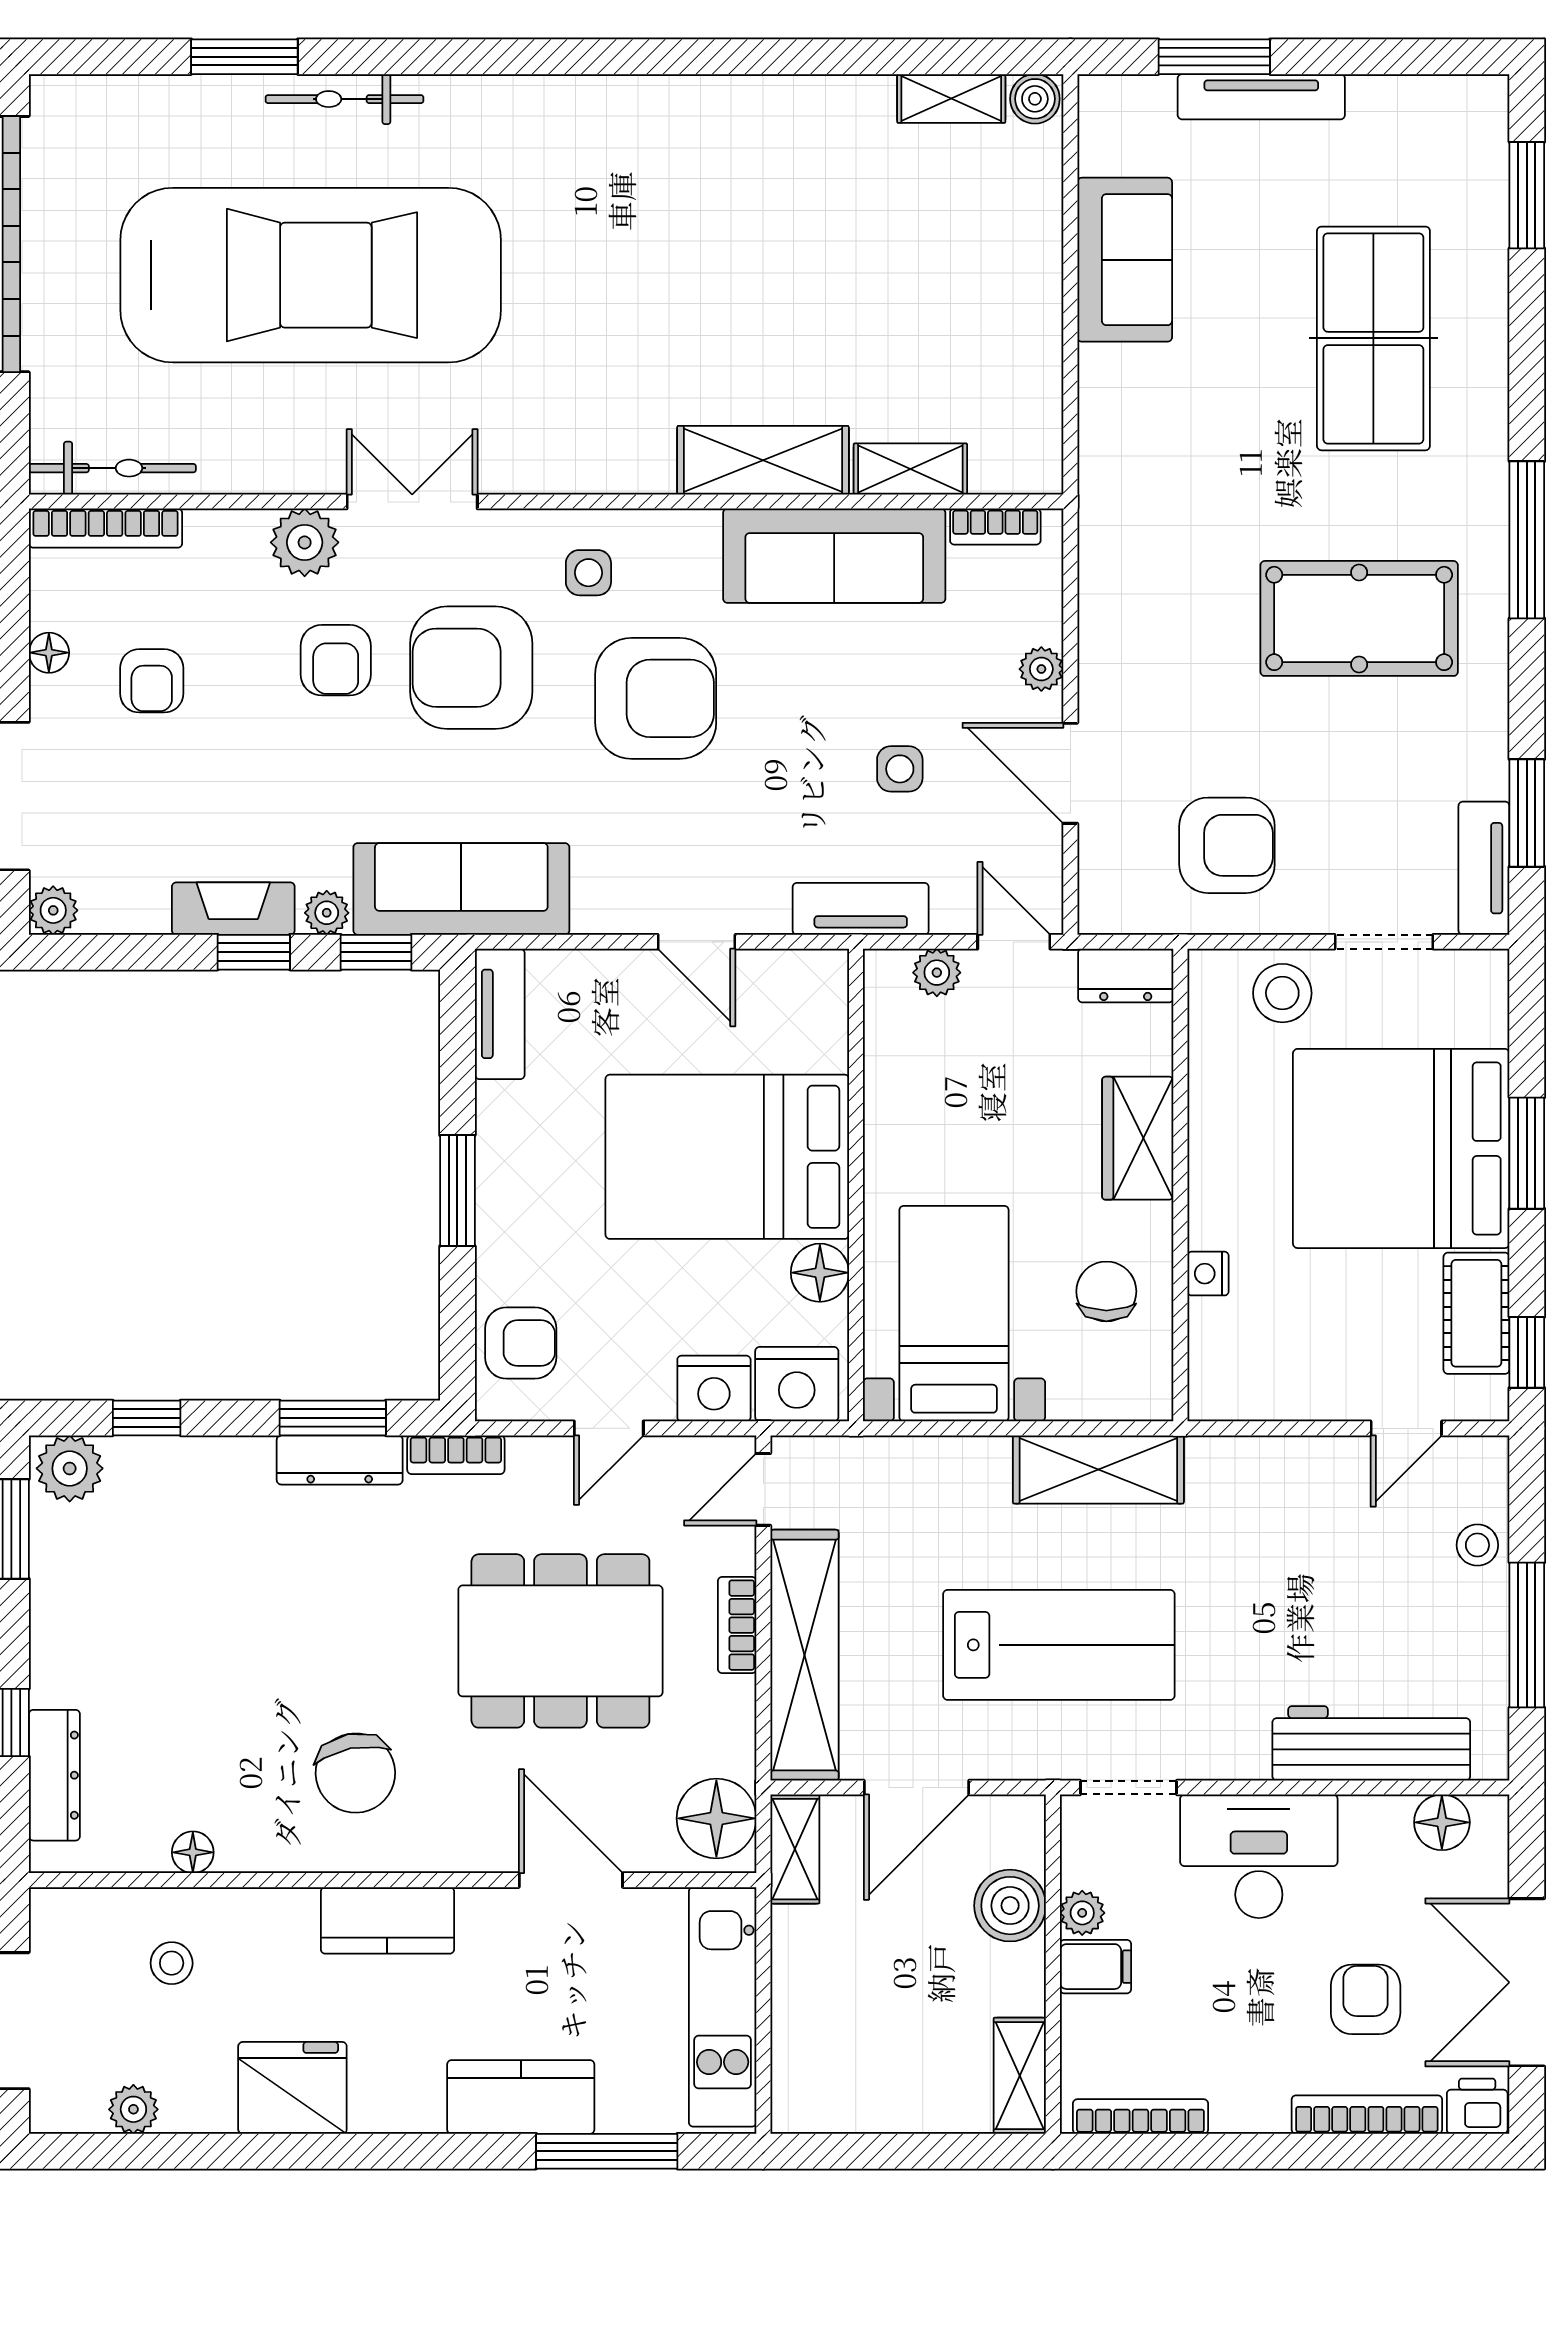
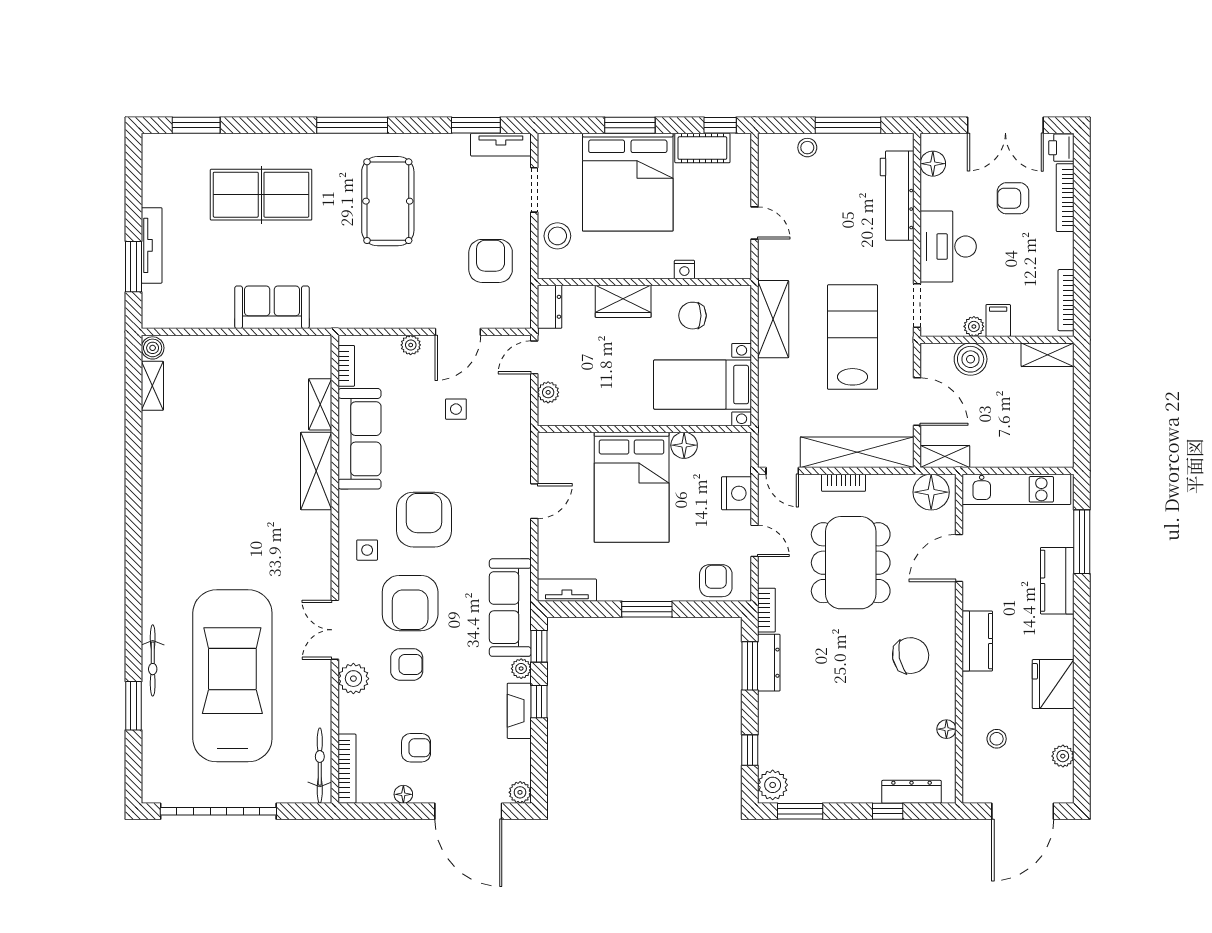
sofa: (1125, 260) -> (272, 307), moved
tv unit: (861, 909) -> (519, 427), removed
nightstand: (797, 1384) -> (734, 456), removed
door: (1406, 1428) -> (754, 223), moved

